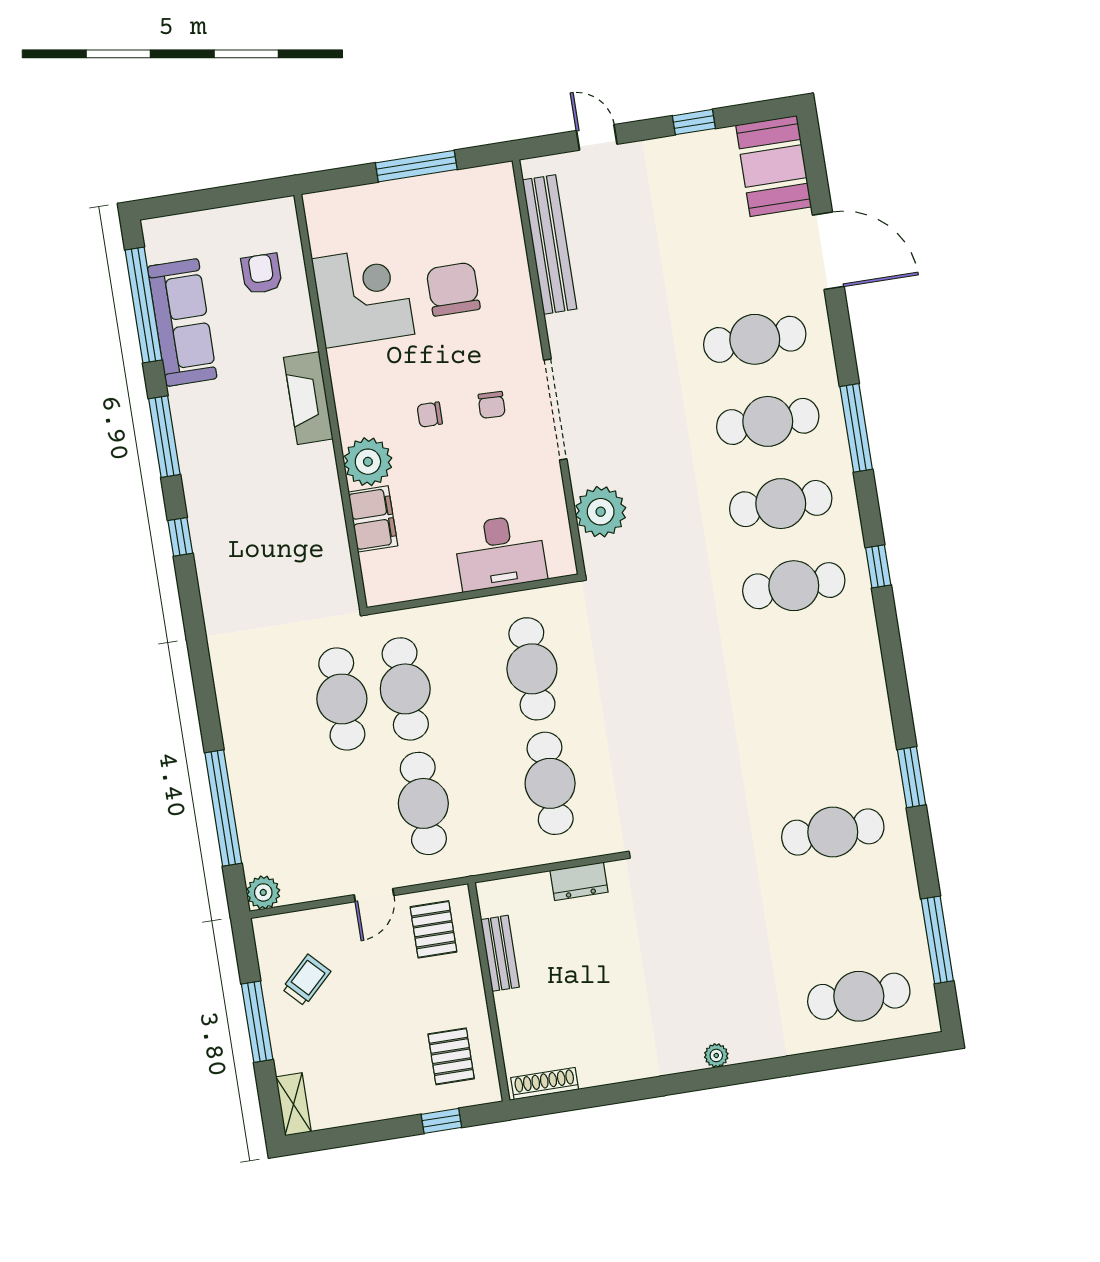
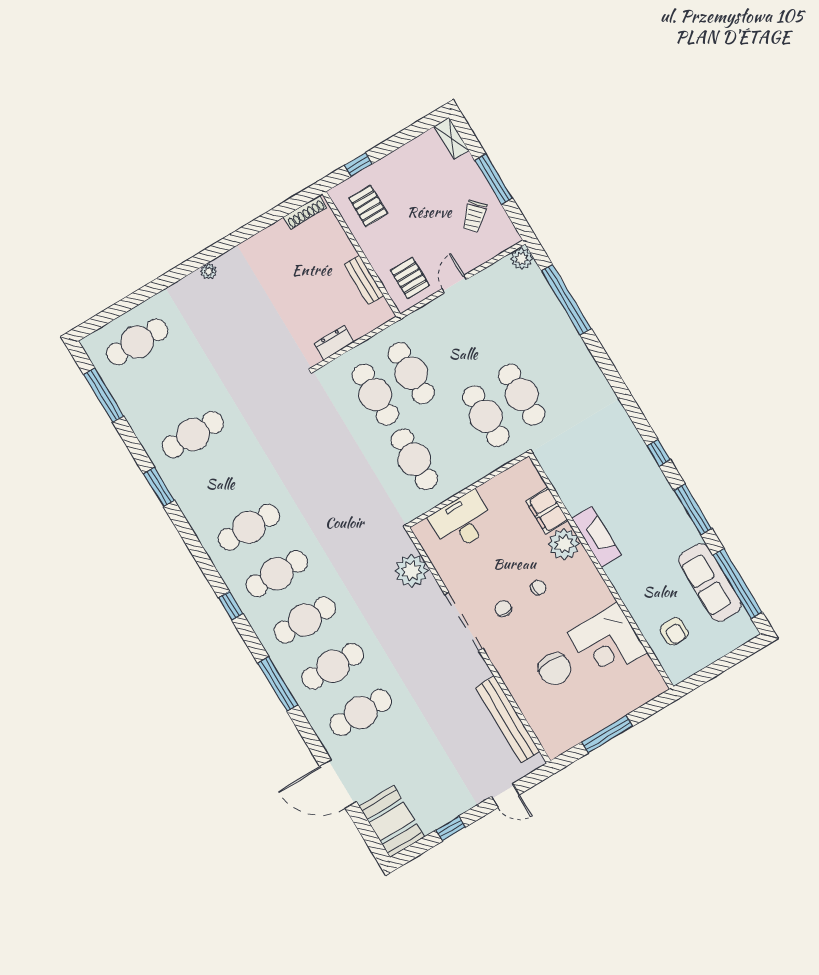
fireplace: (308, 398) -> (597, 537), moved
cafe table: (807, 668) -> (249, 527), added
cafe table: (423, 803) -> (411, 373), moved

